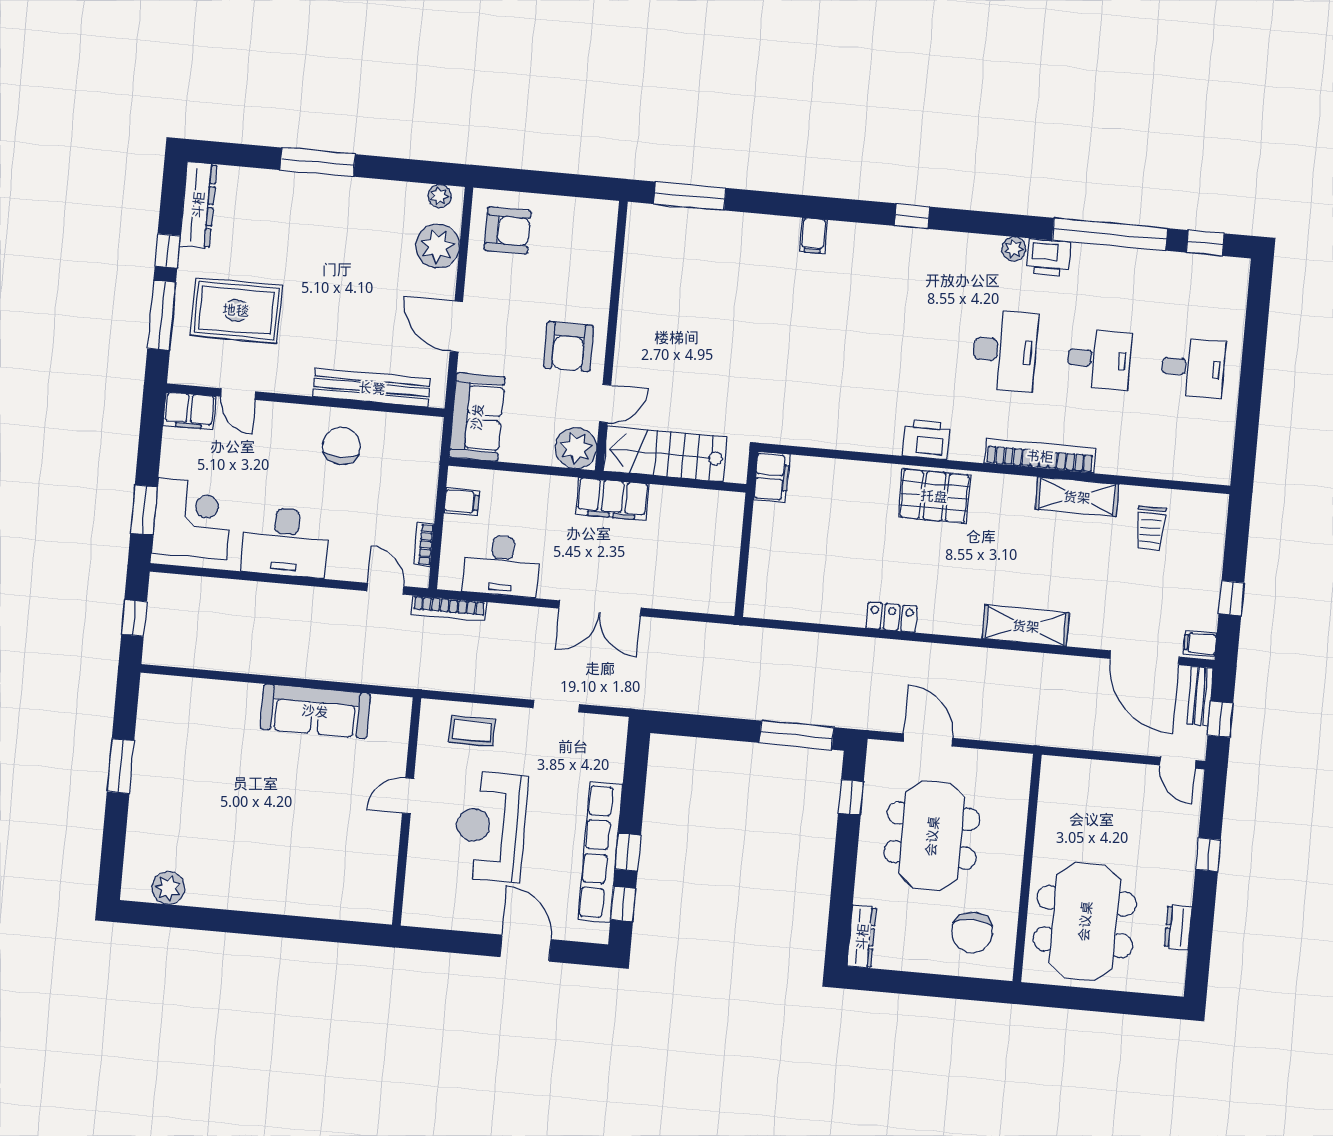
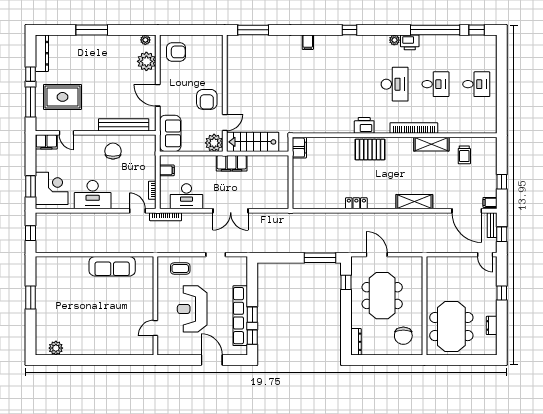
door: (408, 796) -> (155, 328), moved

